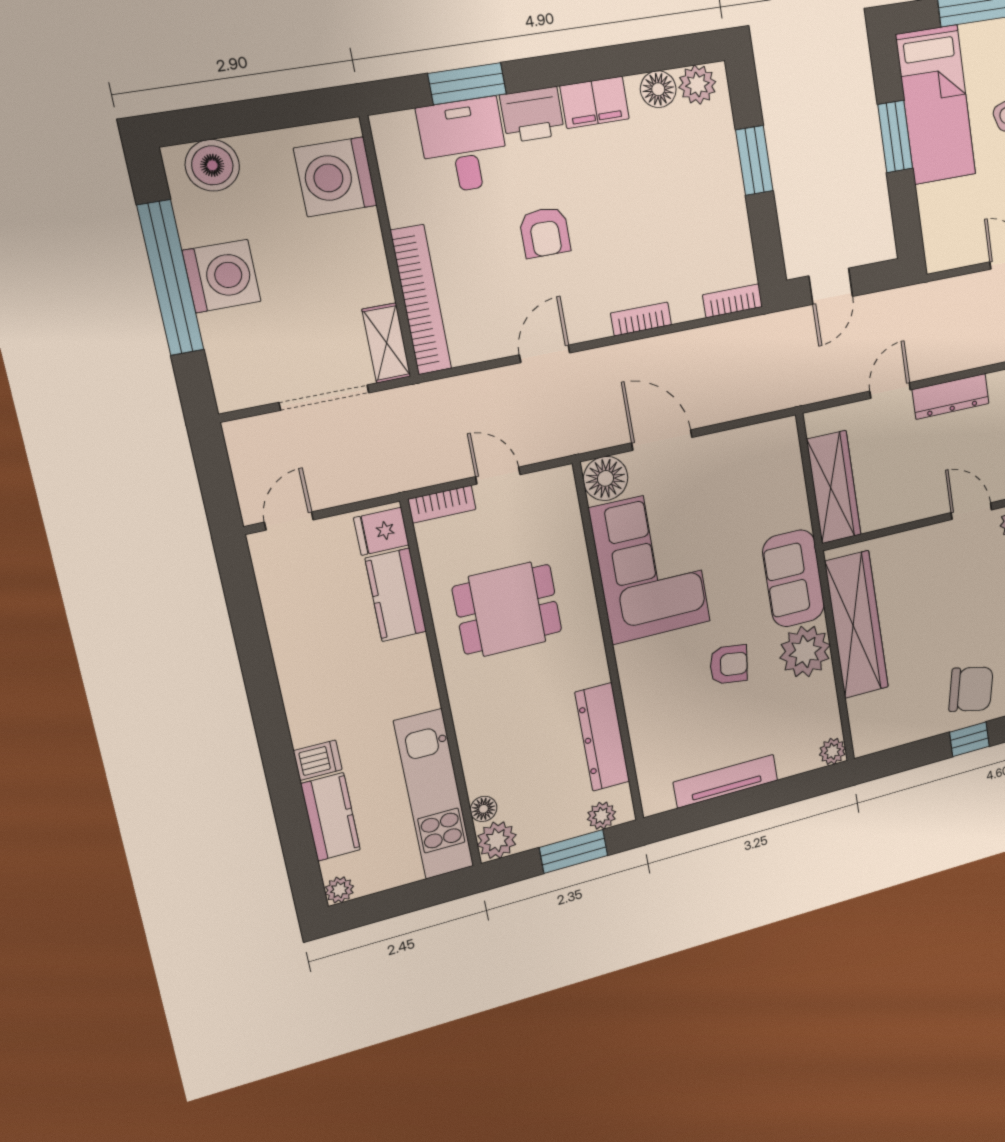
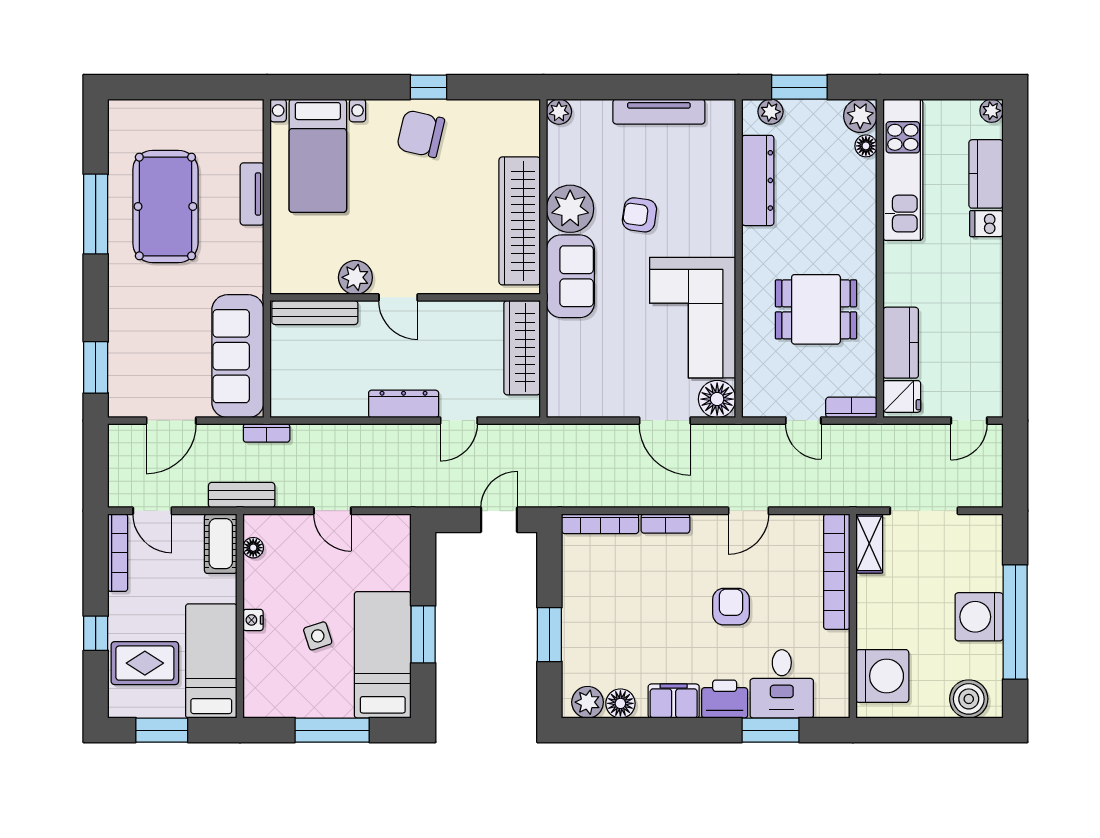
bookcase: (733, 301) -> (600, 524), width x1.56

